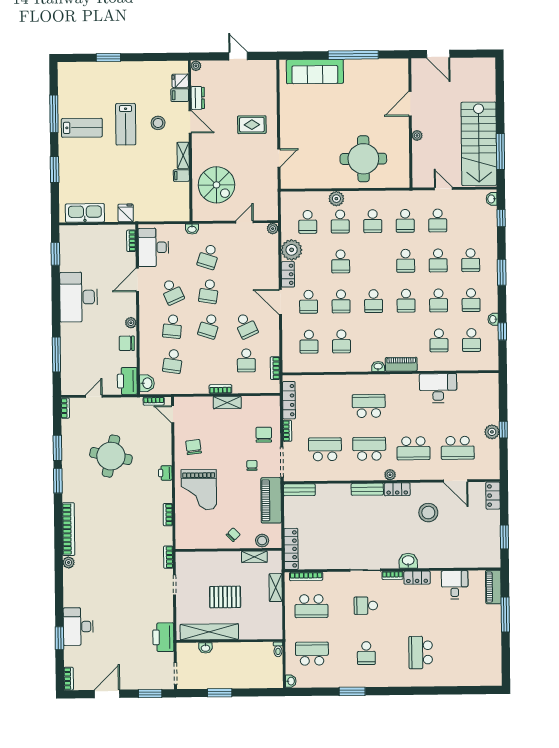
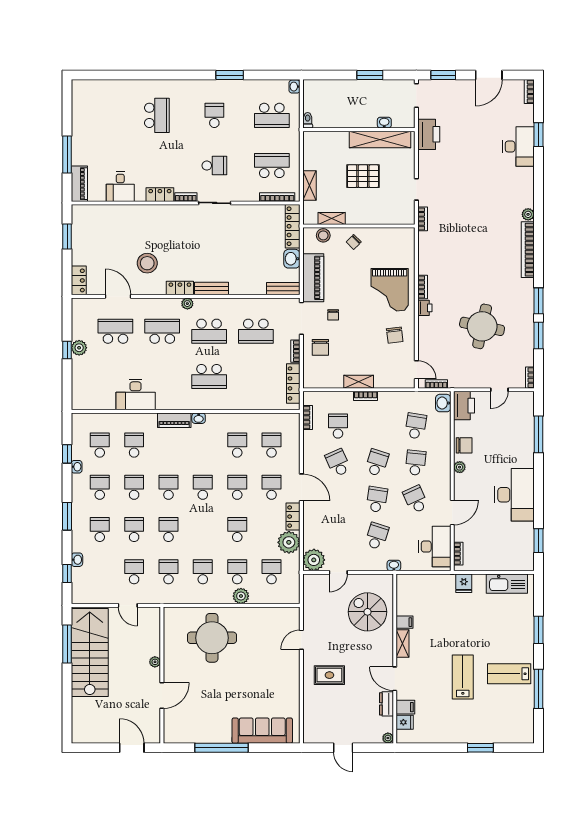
stool: (158, 123) -> (429, 678), removed
washbasin: (492, 199) -> (77, 560), moved
plant: (273, 229) -> (314, 560), width x1.88, depth x1.88
grand piano: (199, 490) -> (390, 290), turned 180
bookcase: (168, 515) -> (423, 287), moved
washbasin: (408, 561) -> (292, 259), moved, turned 90

